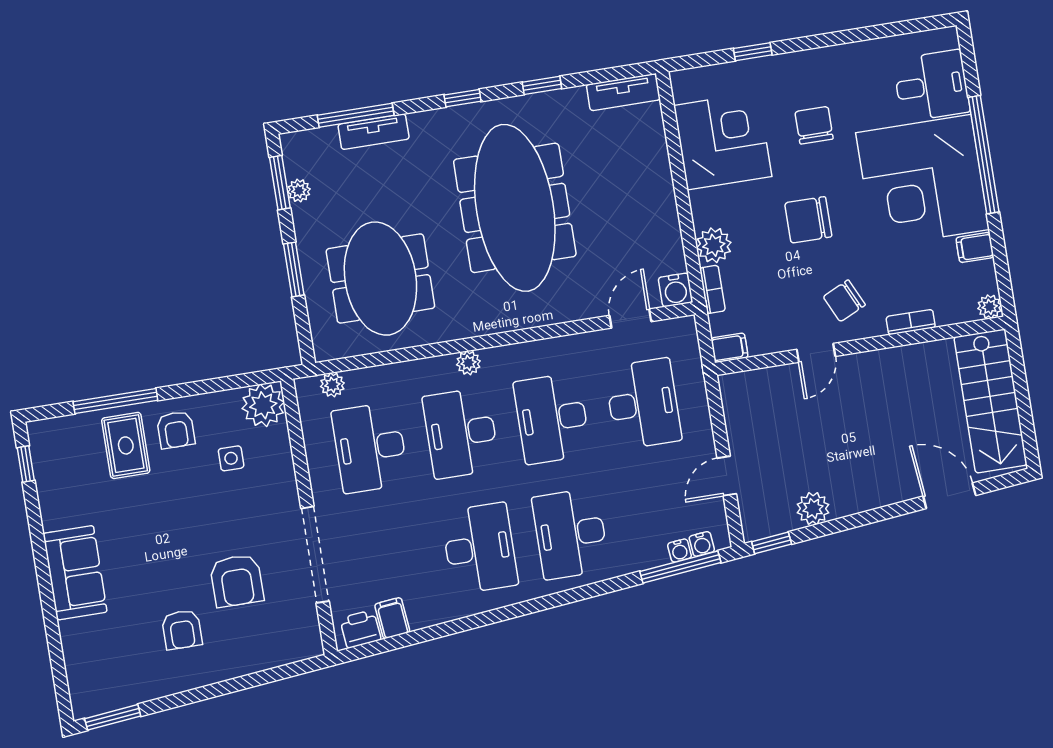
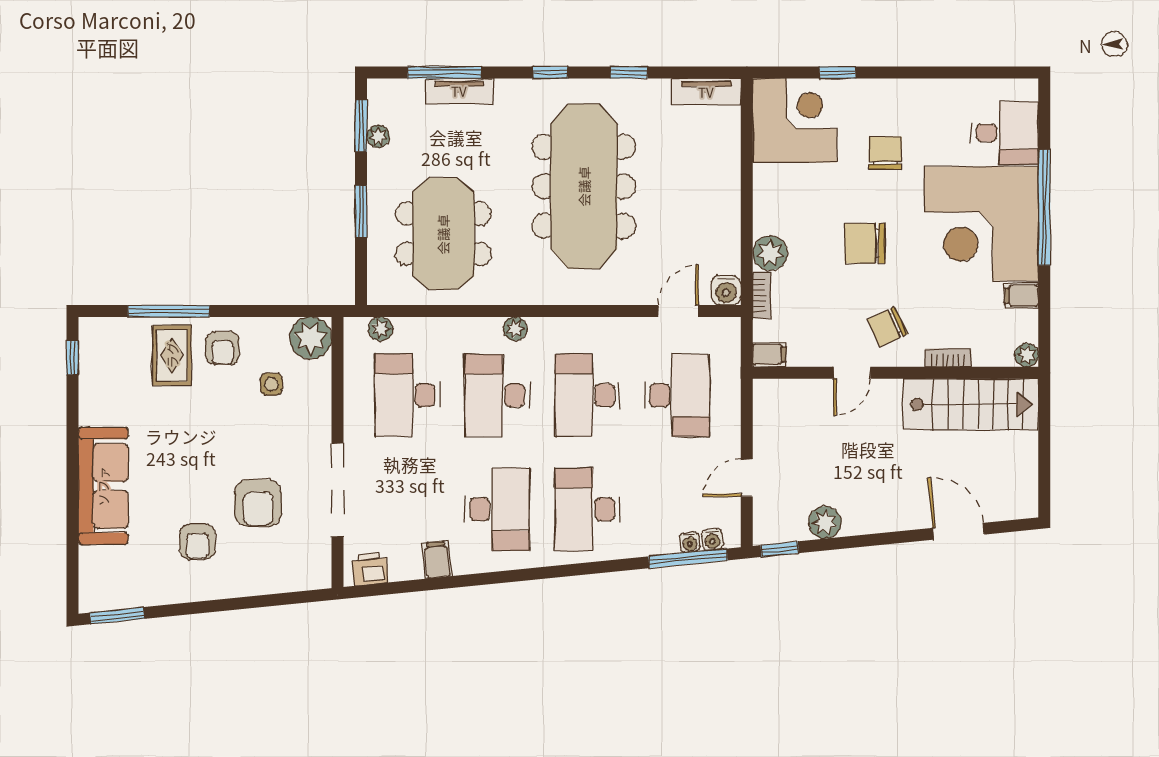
corner desk: (723, 141) -> (795, 120), moved
stairs: (991, 401) -> (971, 404), moved, turned -90
sofa: (75, 573) -> (103, 486), width x1.36
filing cabinet: (392, 618) -> (437, 560), moved

